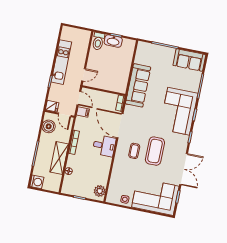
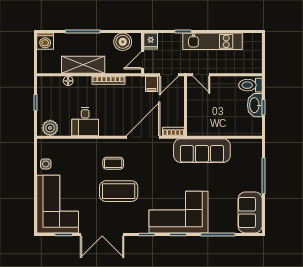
desk: (104, 146) -> (85, 122), moved

